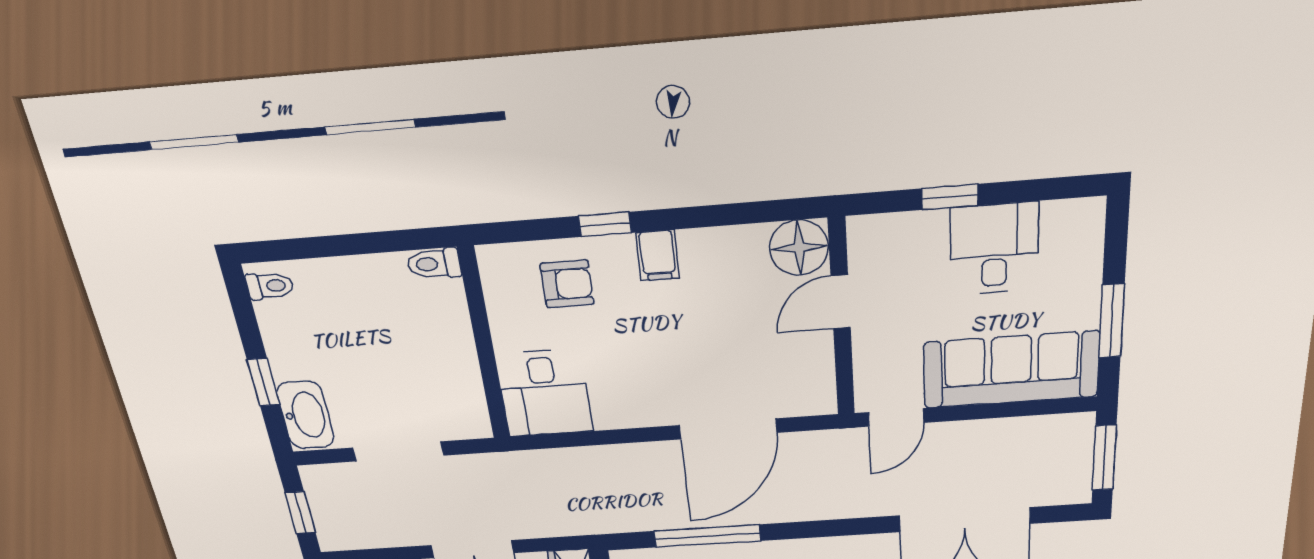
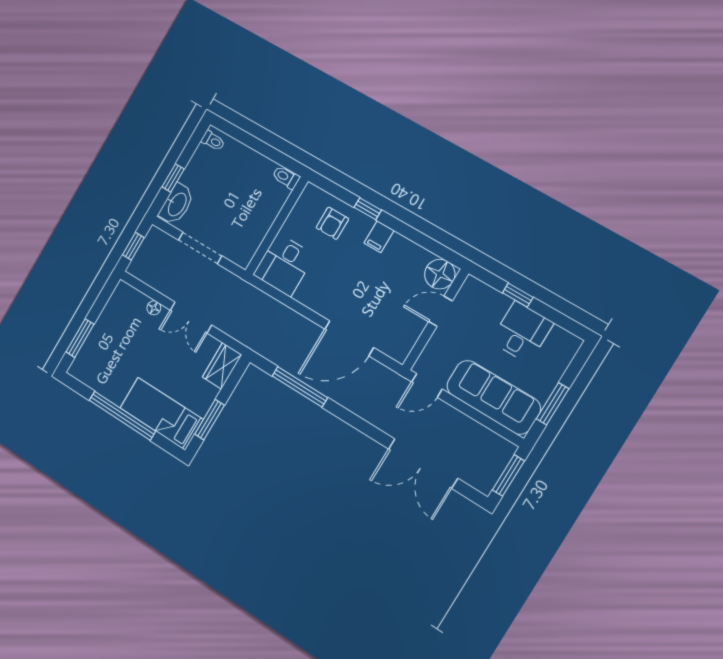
armchair: (567, 284) -> (332, 223), turned 90

